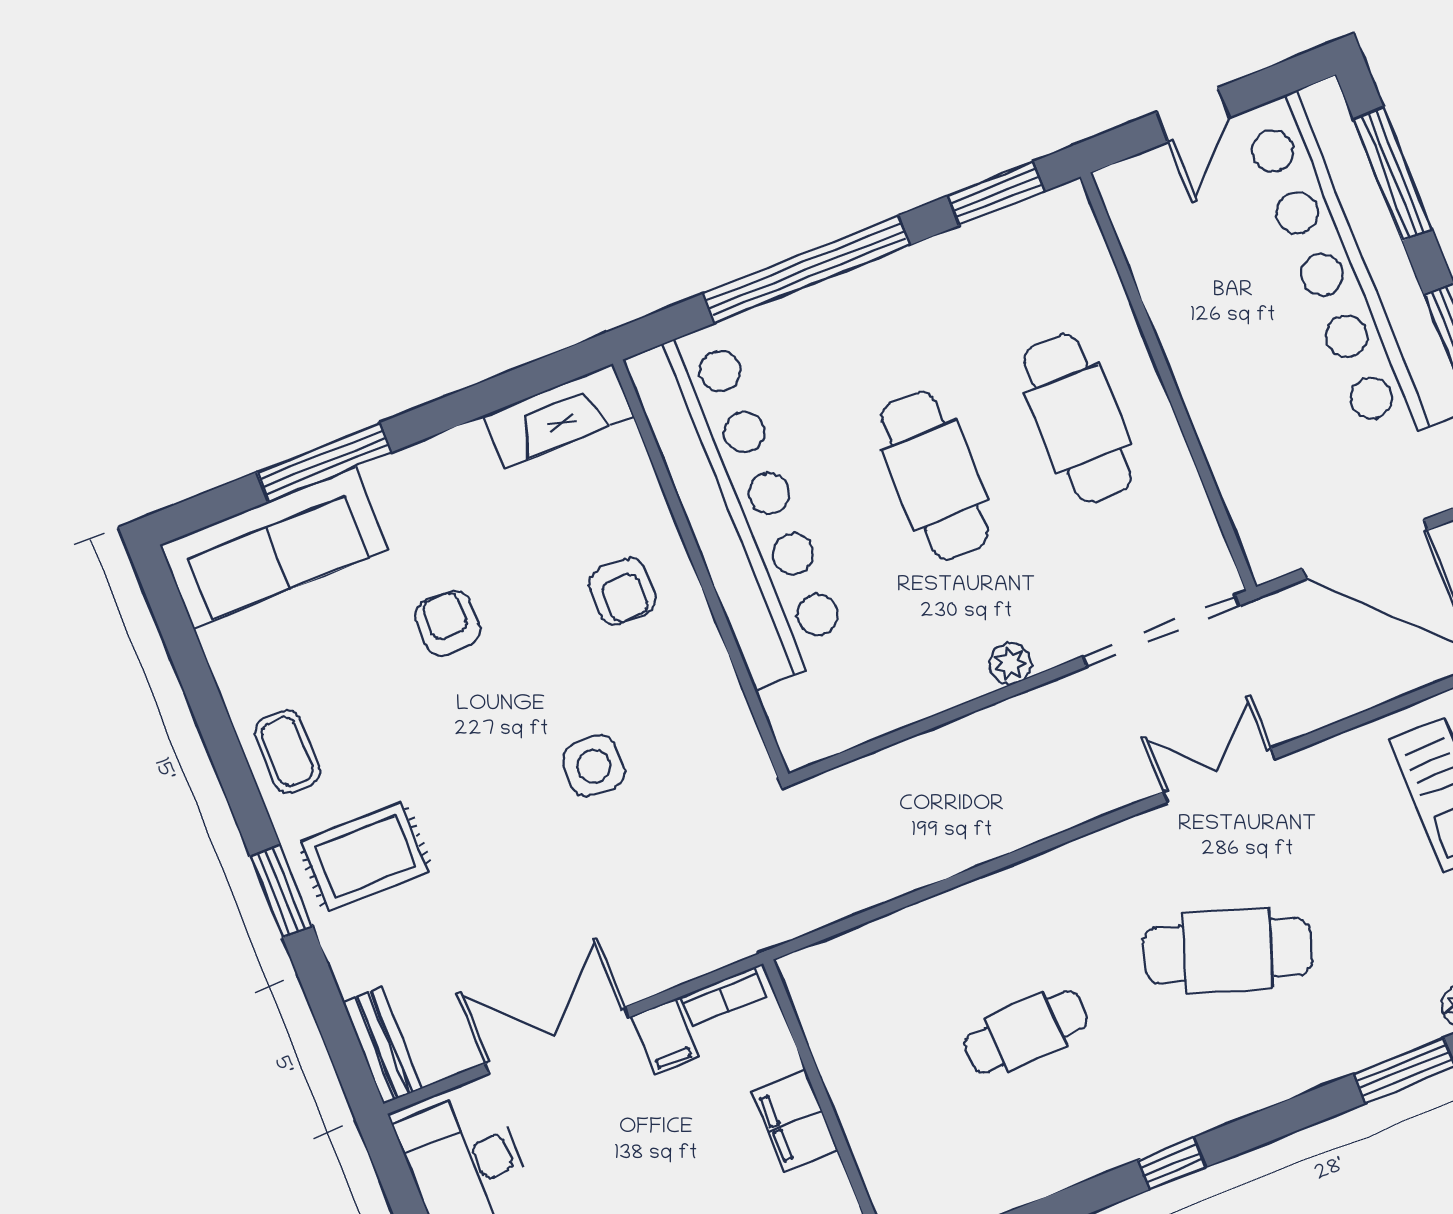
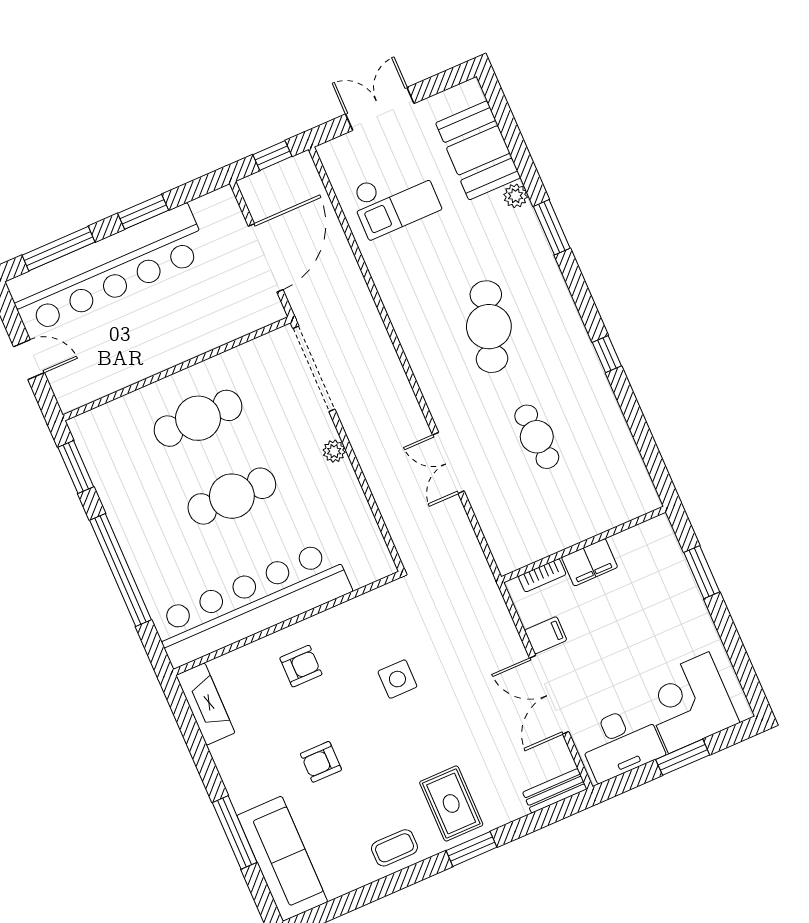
double door: (1220, 775) -> (448, 463), moved
bookcase: (723, 997) -> (542, 575), moved, turned 90

